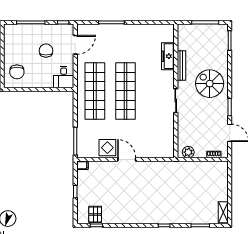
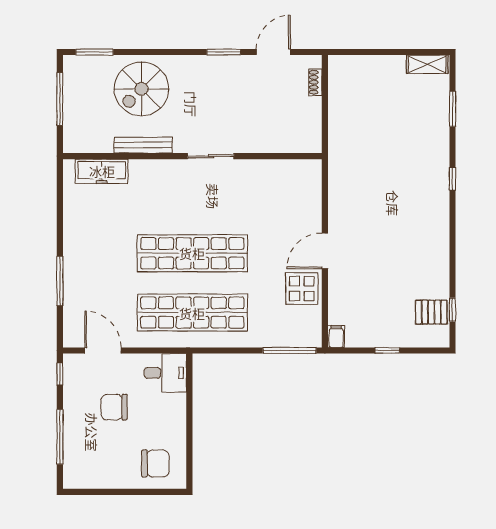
freezer: (168, 56) -> (102, 171), moved
spiral stairs: (210, 84) -> (141, 89), moved
plant: (188, 152) -> (311, 132), removed

